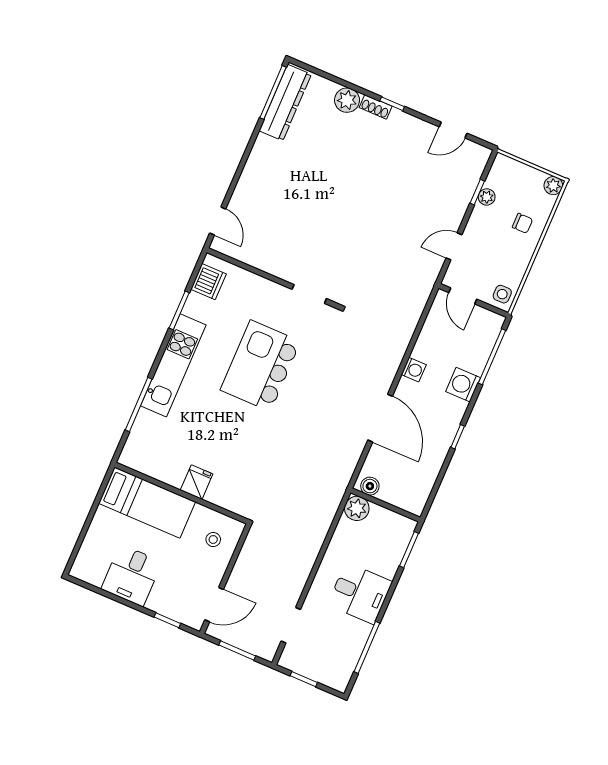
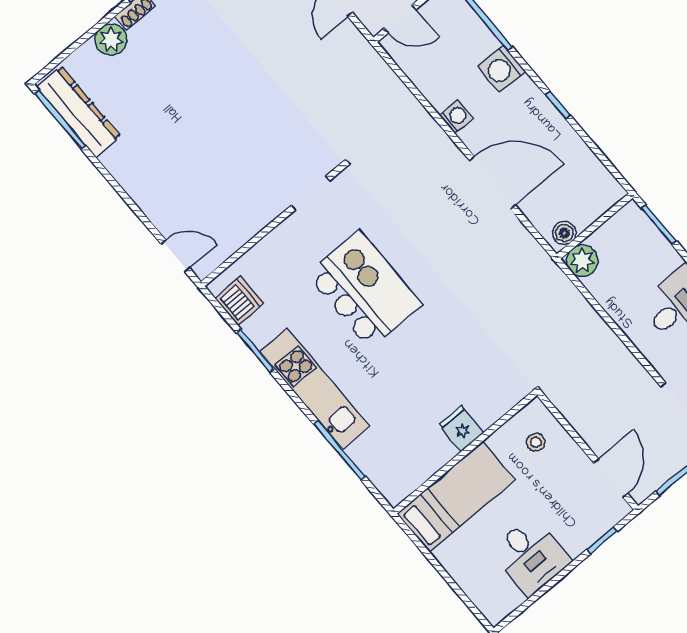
kitchen island: (260, 366) -> (365, 289), turned 180

